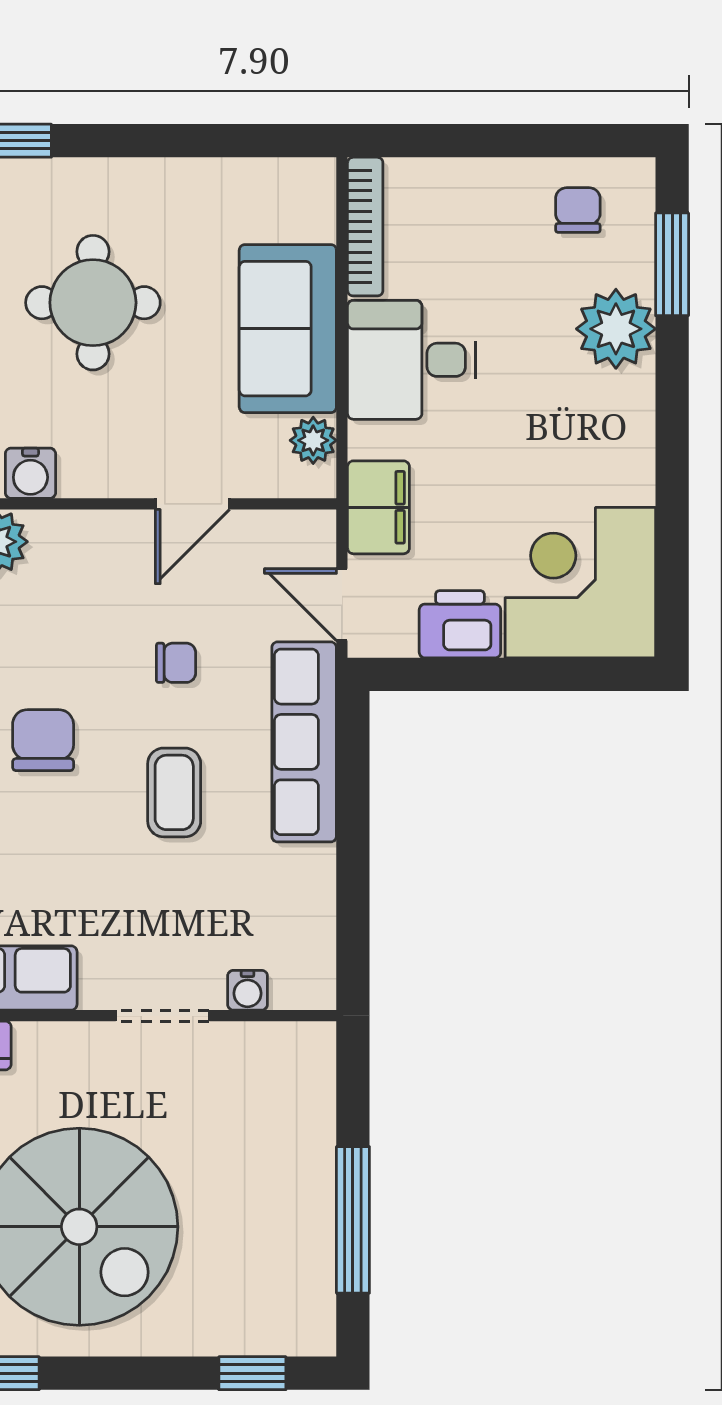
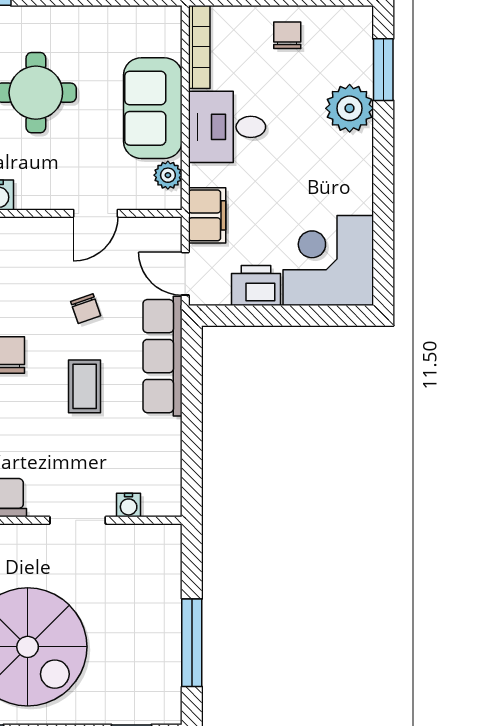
chair: (578, 210) -> (287, 35), moved
chair: (176, 663) -> (86, 309), turned 71

